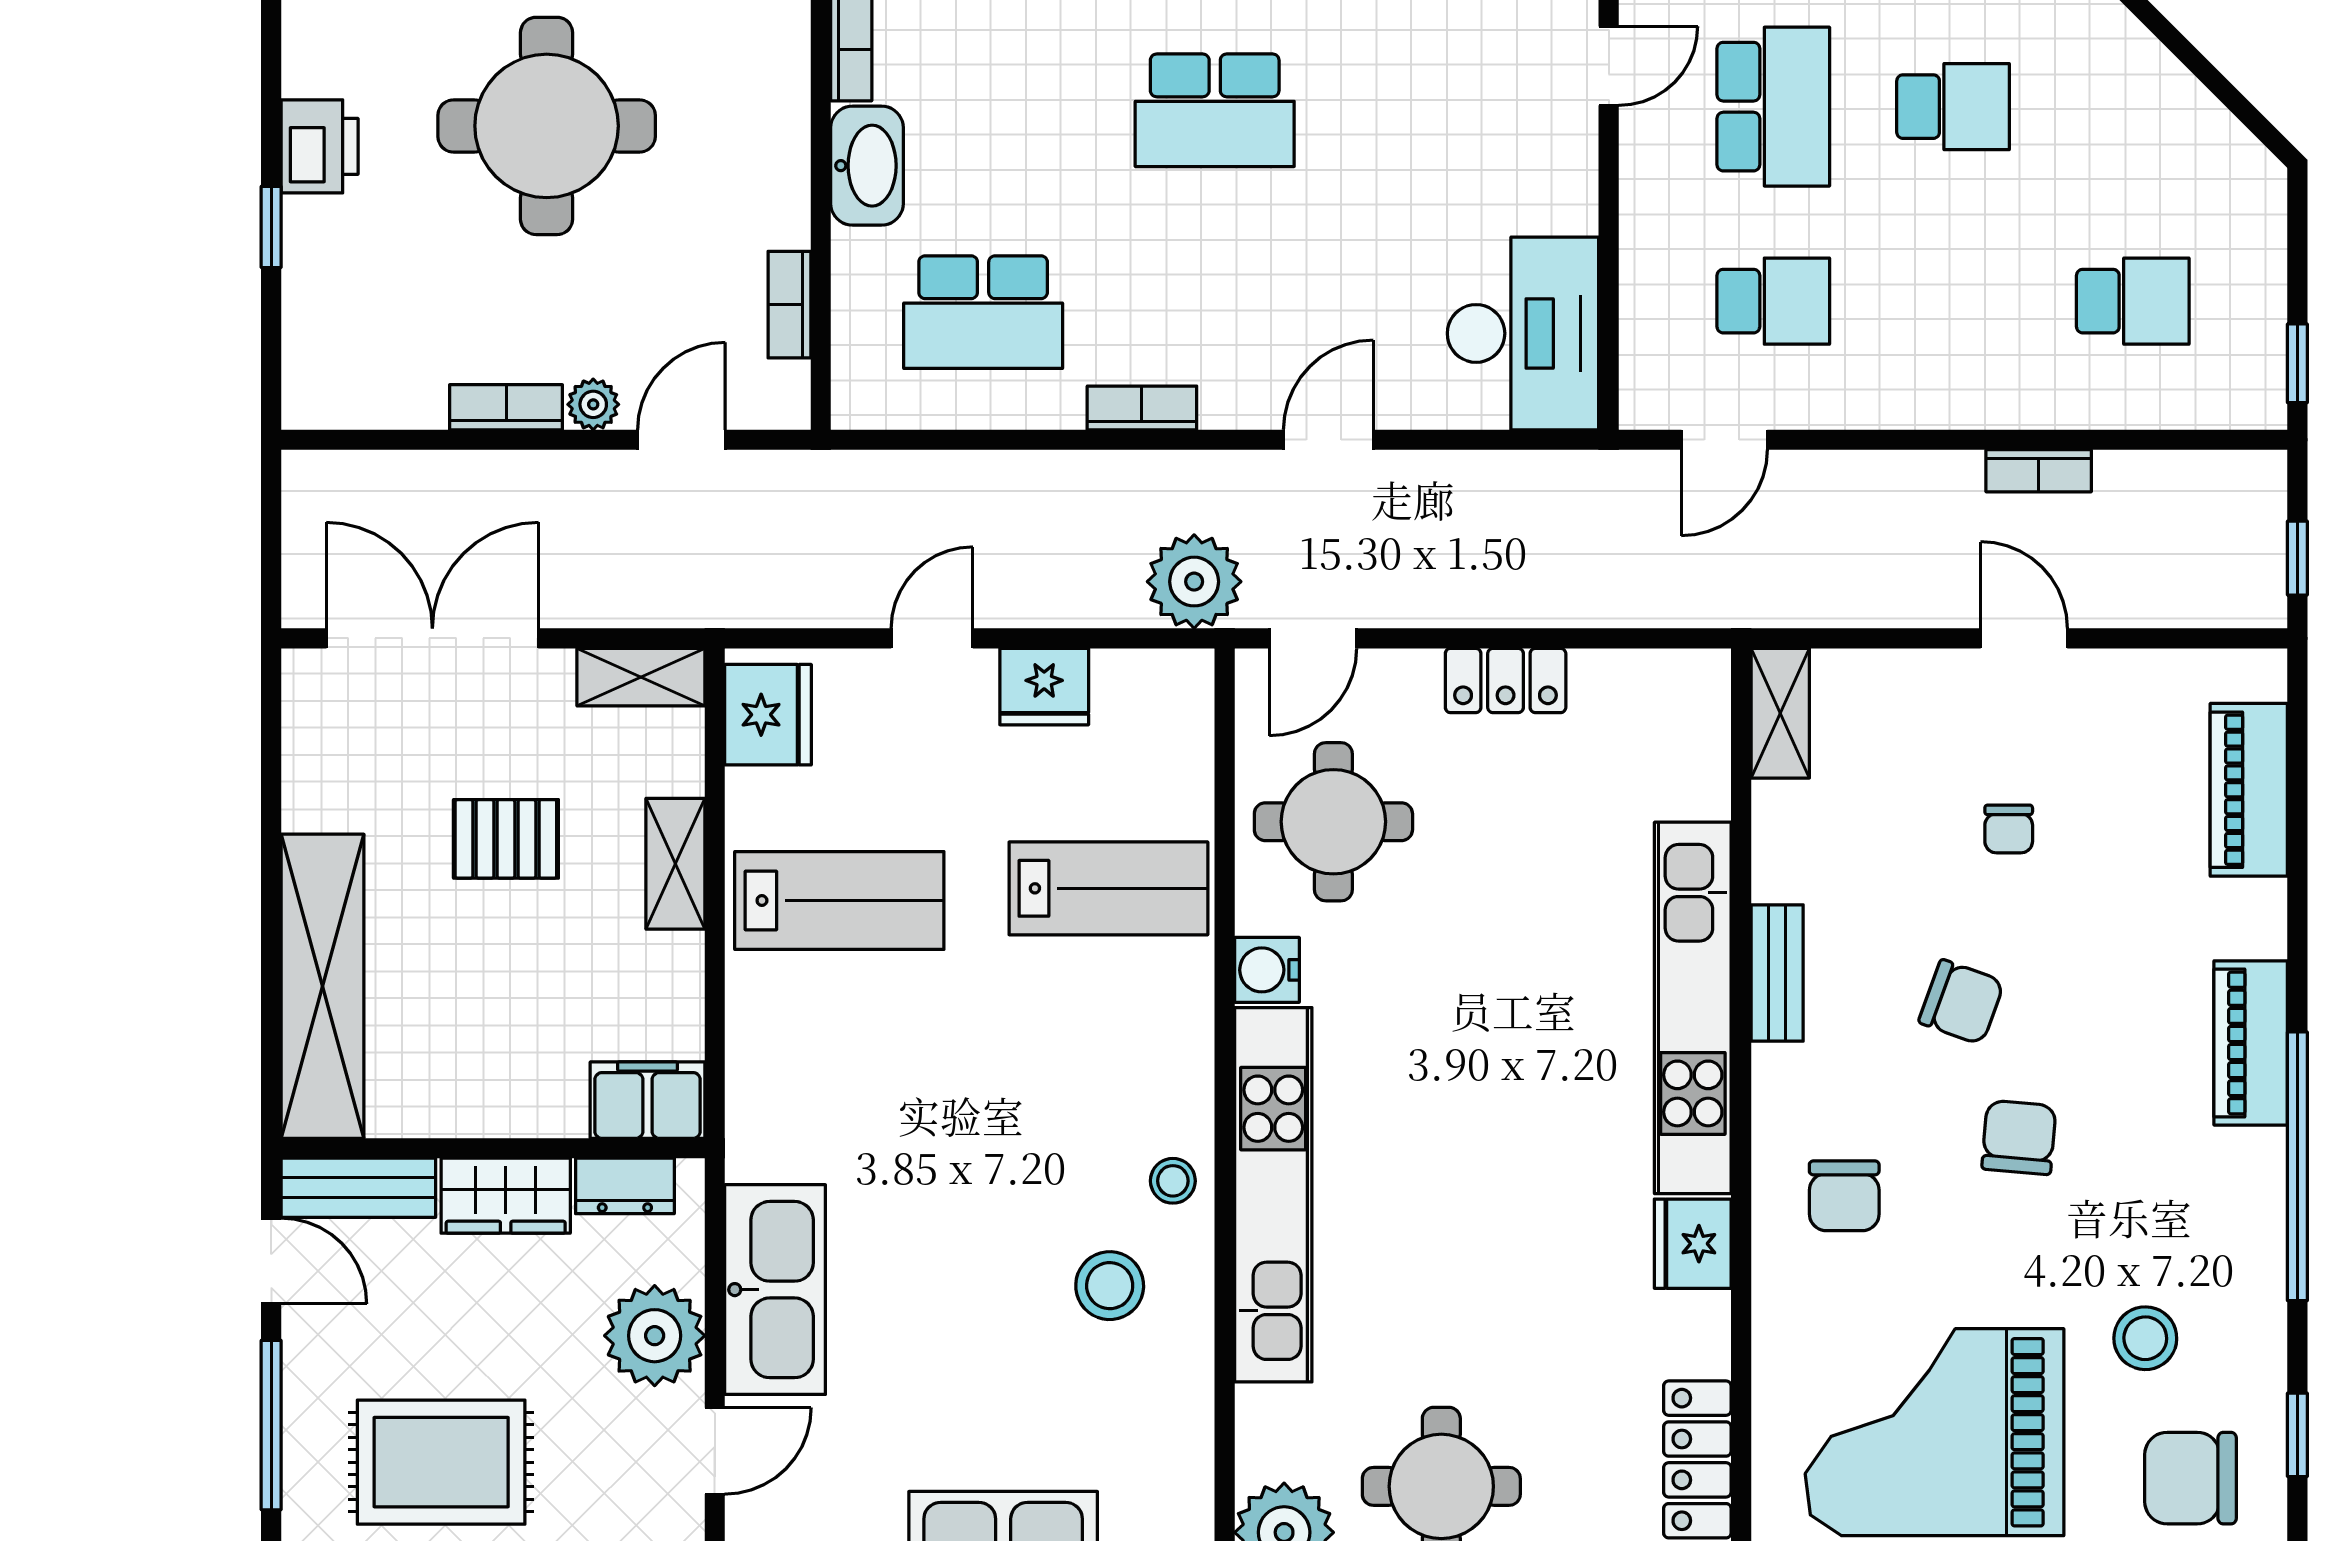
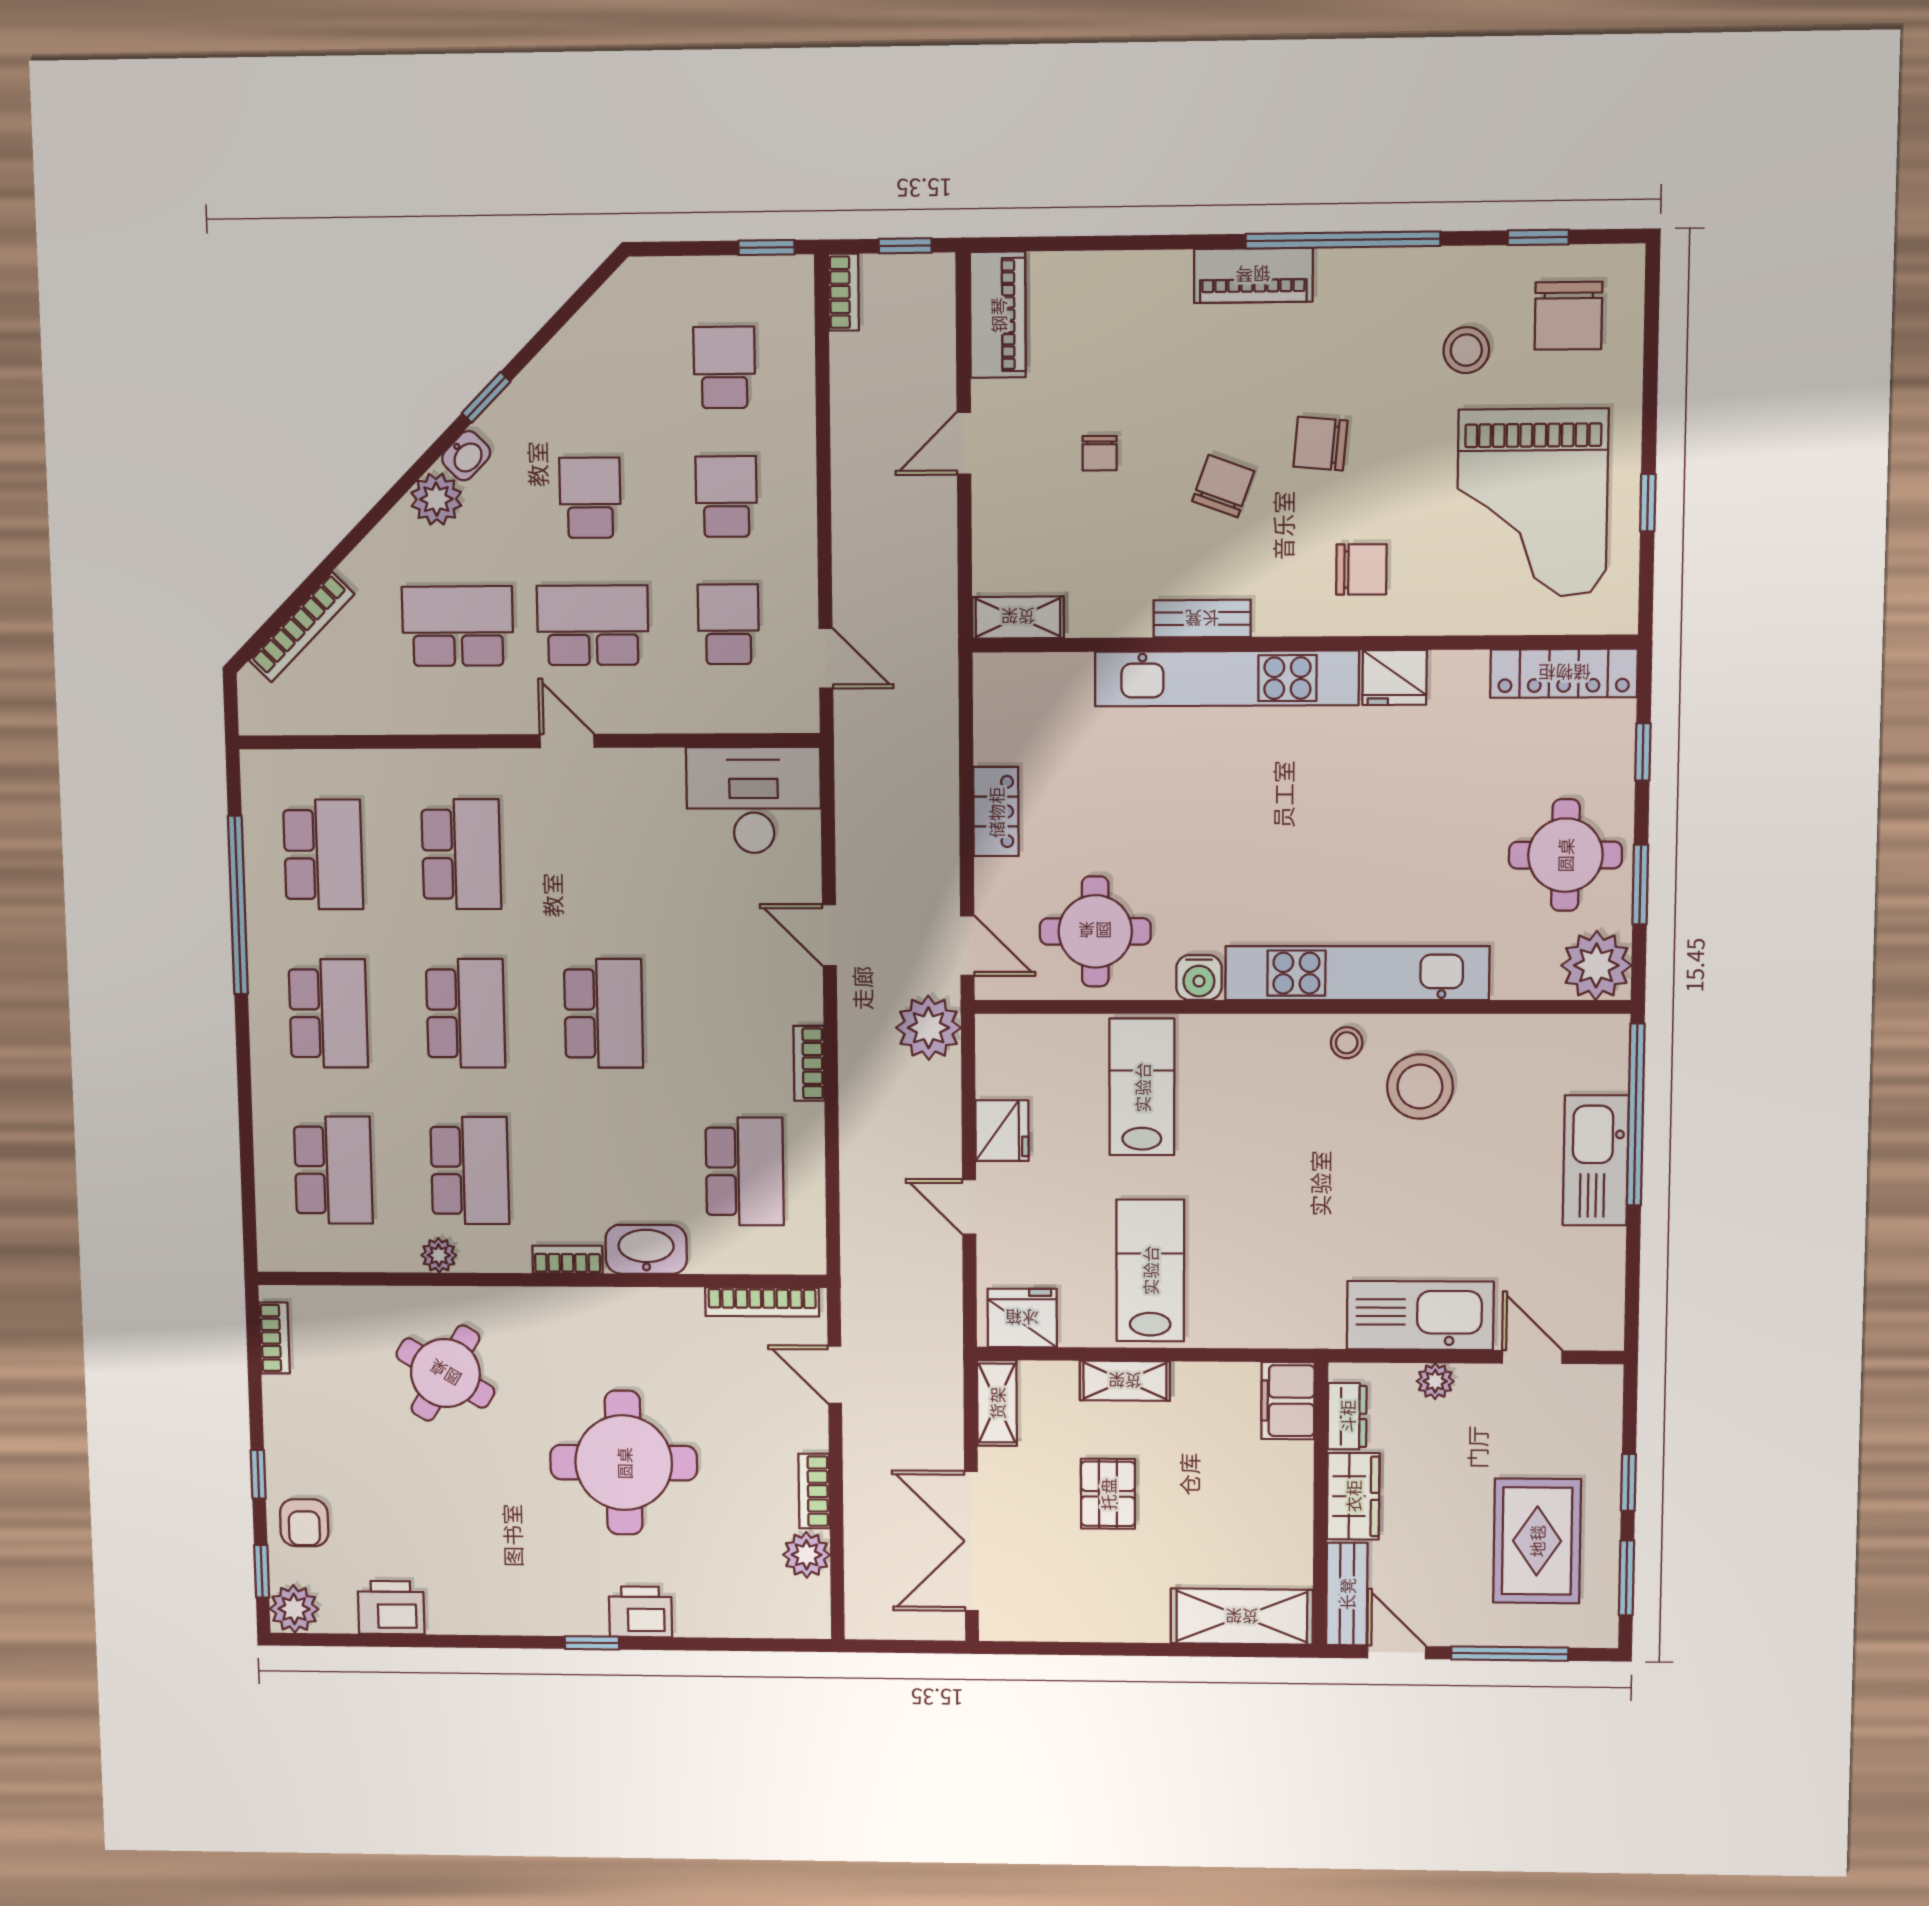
window: (271, 227) -> (592, 1643), moved
school desk: (1953, 301) -> (726, 497), added
bookcase: (789, 305) -> (762, 1302), width x1.56
plant: (593, 404) -> (807, 1555), moved, width x1.38, depth x1.38
bookcase: (2039, 471) -> (843, 292), moved
piano: (2249, 790) -> (998, 315), moved, turned -90
chair: (2009, 829) -> (1100, 453), turned 90
shelving: (322, 986) -> (1242, 1617), width x0.68
door: (271, 1261) -> (1397, 1652), hinge flipped
stool: (1110, 1286) -> (1420, 1087), width x1.38, depth x1.38
plant: (655, 1336) -> (1435, 1381), width x0.53, depth x0.53

